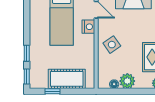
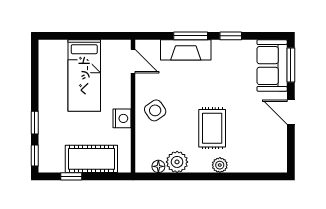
nightstand: (88, 27) -> (122, 118), moved

